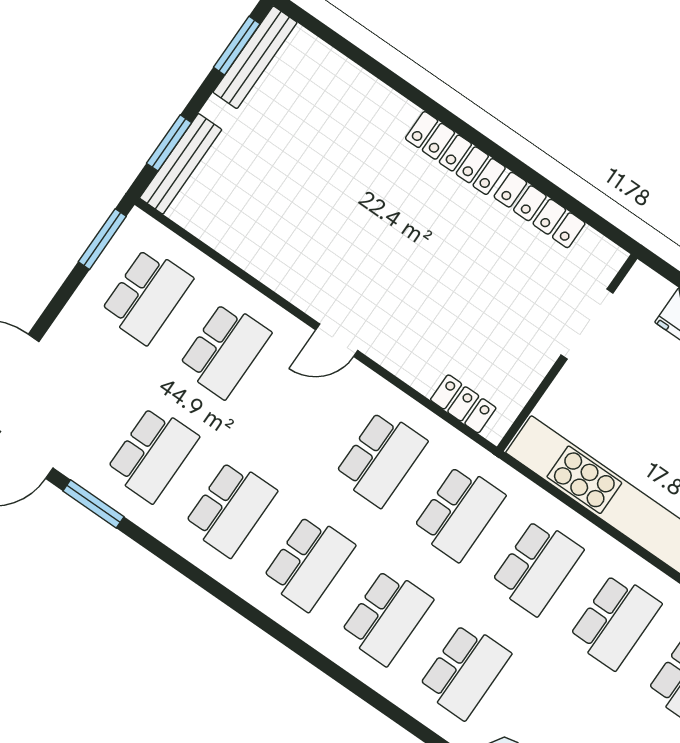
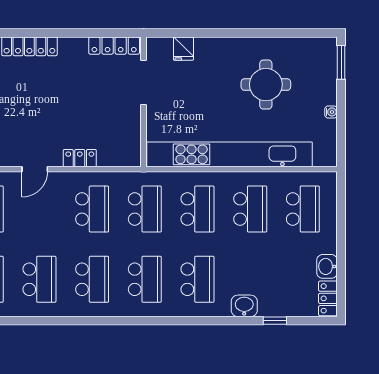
locker: (540, 210) -> (114, 46), moved
locker: (463, 404) -> (80, 158), moved

